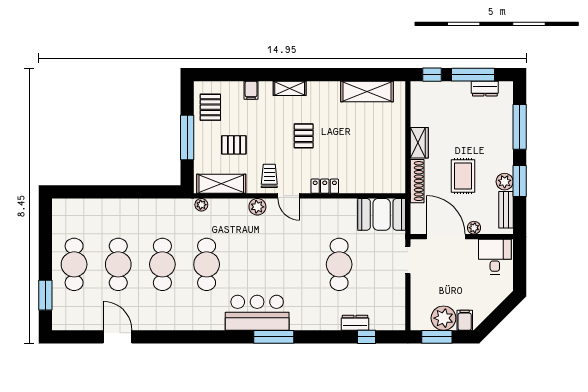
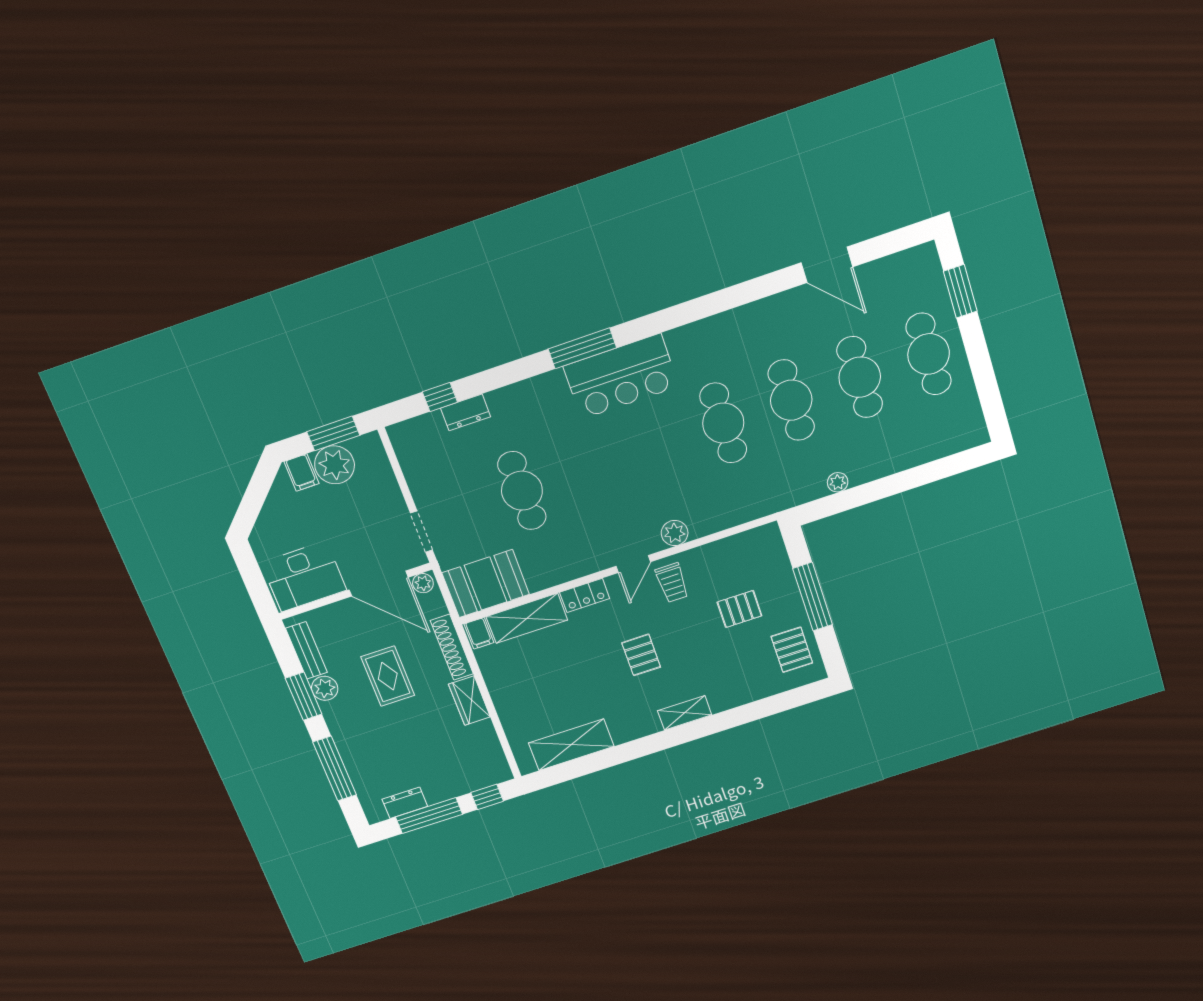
filing cabinet: (251, 90) -> (479, 633), moved, turned 180
shelving: (221, 184) -> (527, 618), moved
door: (289, 196) -> (633, 564), swing flipped
plant: (201, 205) -> (838, 482), moved
plant: (474, 228) -> (423, 583), moved
desk: (495, 257) -> (304, 576), width x1.37

